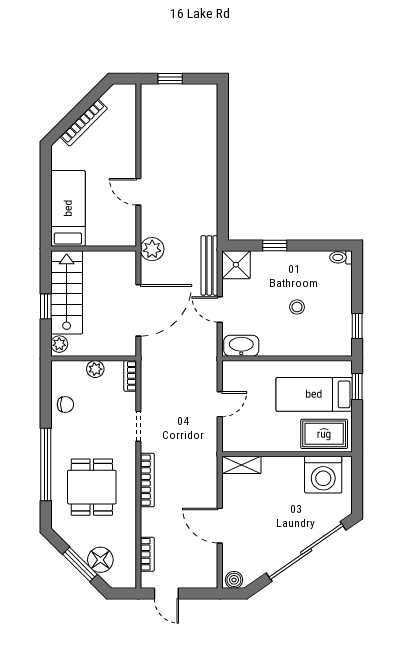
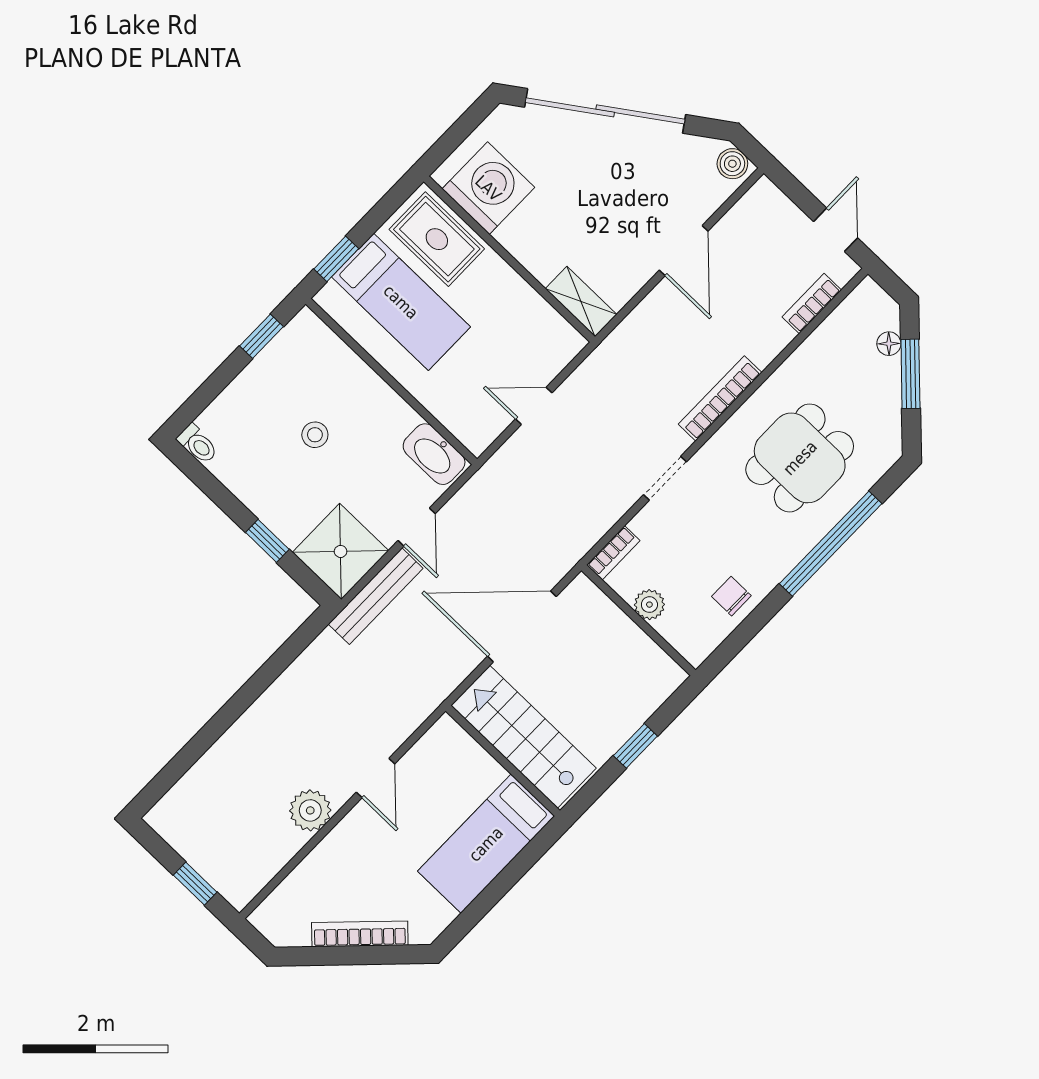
plant: (152, 249) -> (310, 810), moved
shower: (236, 265) -> (341, 551), width x1.36, depth x1.36
stairs: (67, 292) -> (523, 737), moved, turned 90
plant: (59, 344) -> (665, 681), removed
floor lamp: (100, 560) -> (889, 344), width x0.53, depth x0.53

